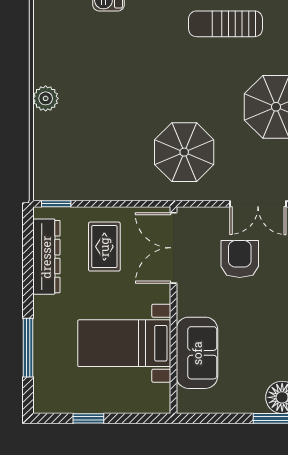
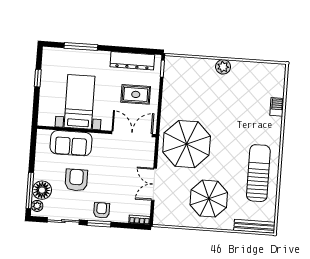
sun lounger: (226, 24) -> (258, 173), width x1.36, depth x1.34
parasol: (184, 152) -> (187, 144), width x1.36, depth x1.36
armchair: (240, 259) -> (76, 180), moved, turned -90

